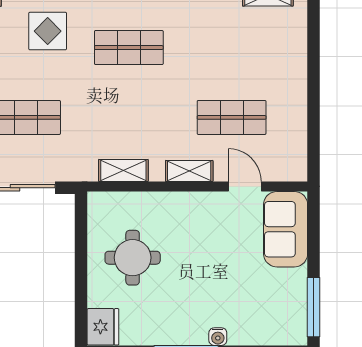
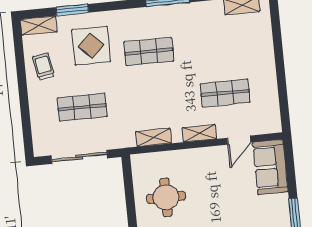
display table: (48, 31) -> (91, 46), width x1.36, depth x1.36
door: (245, 186) -> (239, 140), swing flipped

